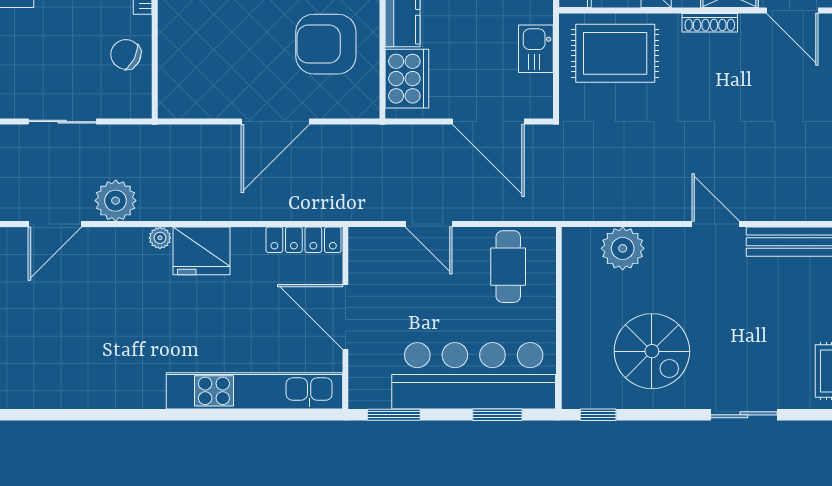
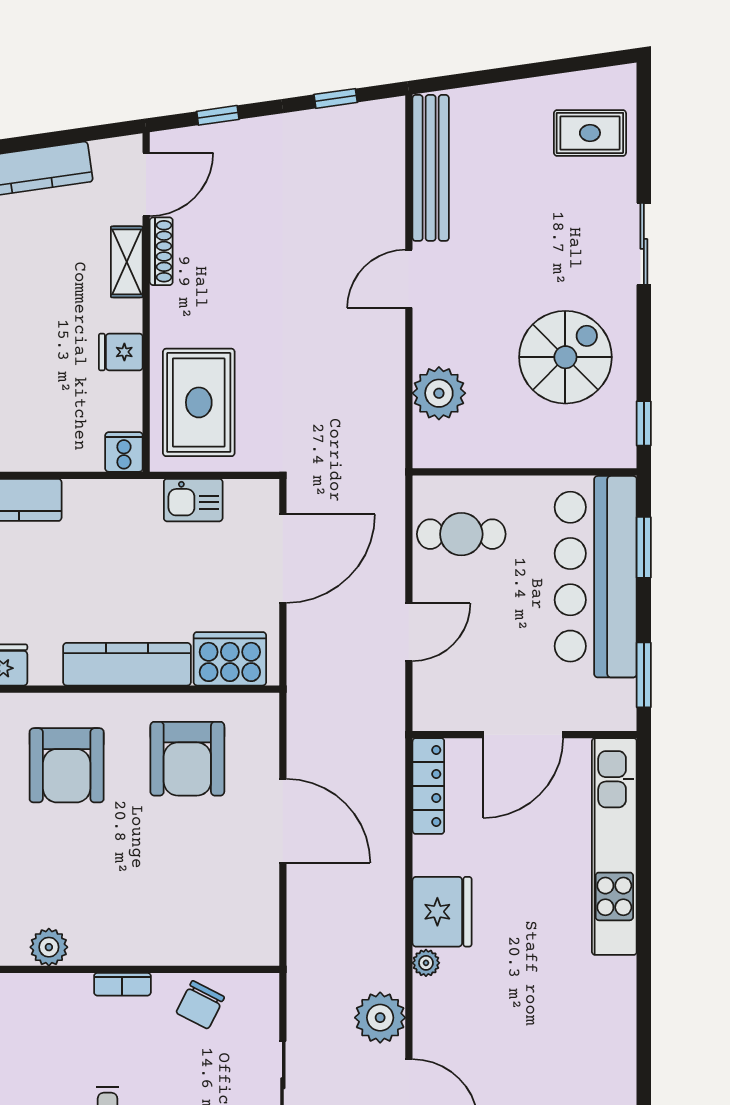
shoe rack: (710, 23) -> (161, 251), moved

